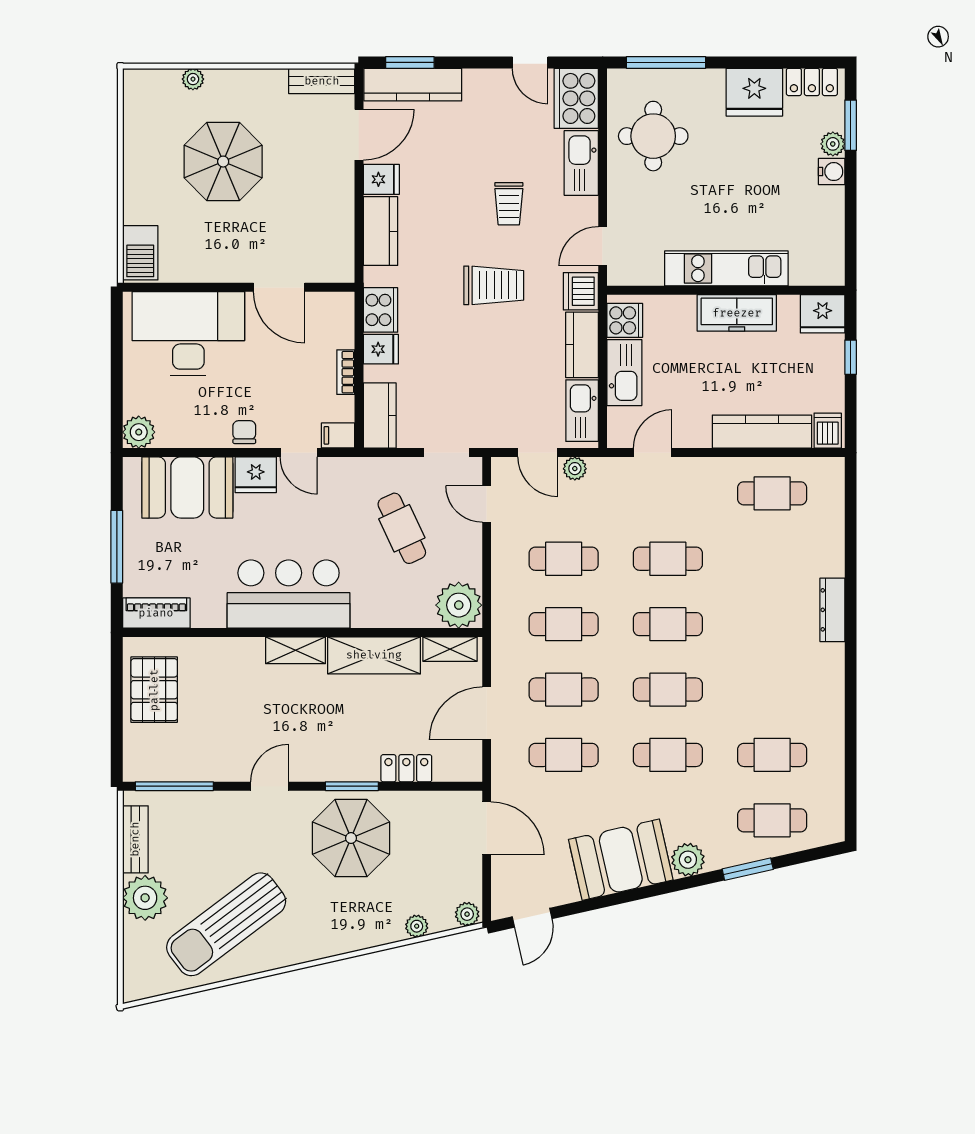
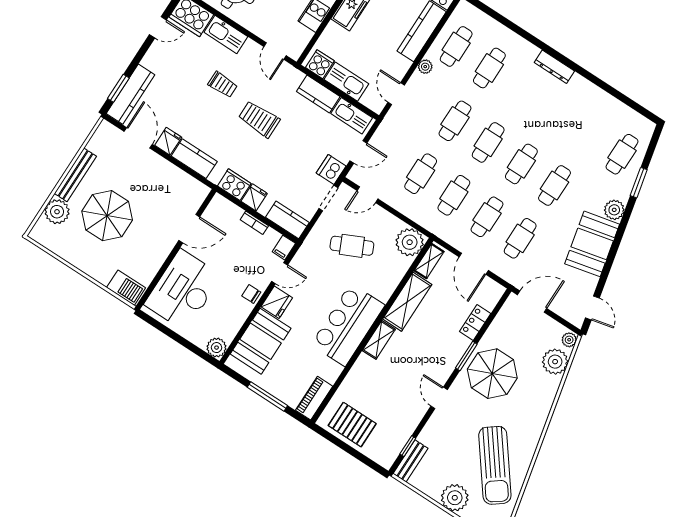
plant: (193, 79) -> (57, 212), width x1.87, depth x1.87
bench: (322, 81) -> (75, 175), moved, width x1.36
trolley: (494, 285) -> (259, 119), turned -90
dishwasher: (581, 291) -> (331, 170), moved, turned 90
plant: (575, 469) -> (425, 67), moved
dresser: (832, 610) -> (554, 67), moved
cafe table: (772, 755) -> (489, 68), moved
window: (174, 786) -> (408, 446), width x0.46
bench: (135, 839) -> (411, 461), moved, turned 90
plant: (417, 926) -> (555, 362), width x1.87, depth x1.87

